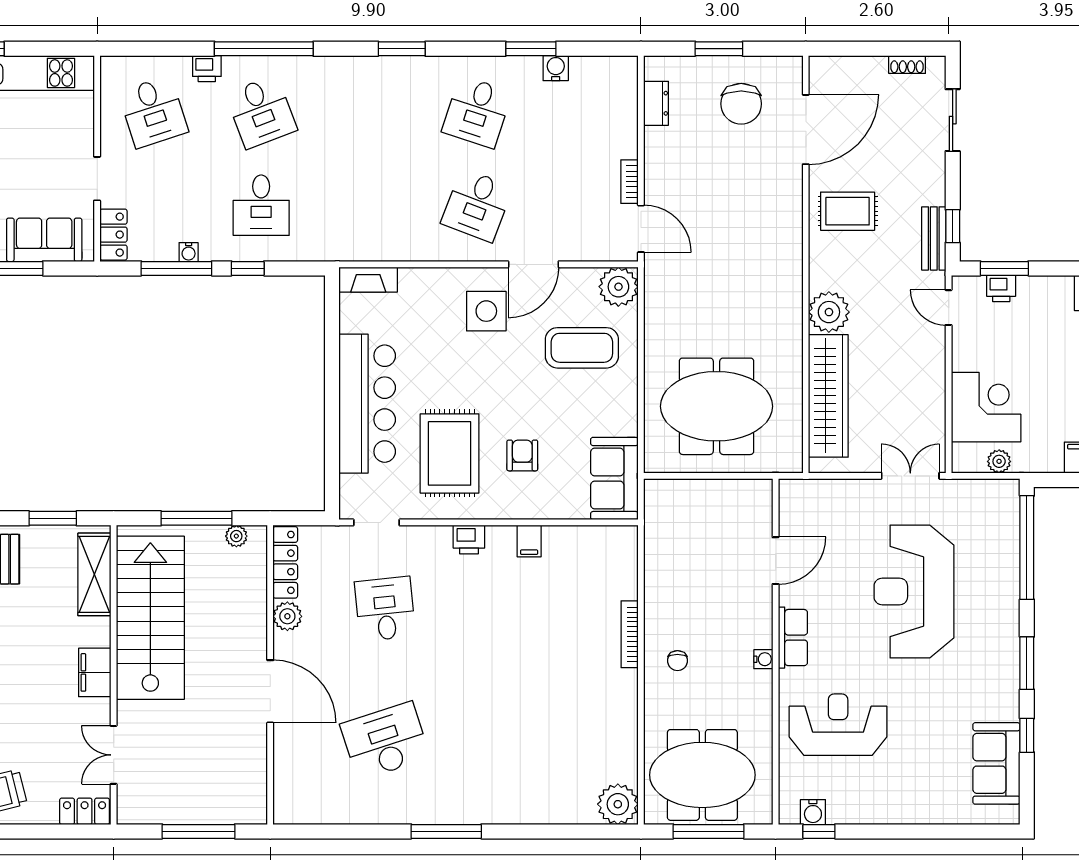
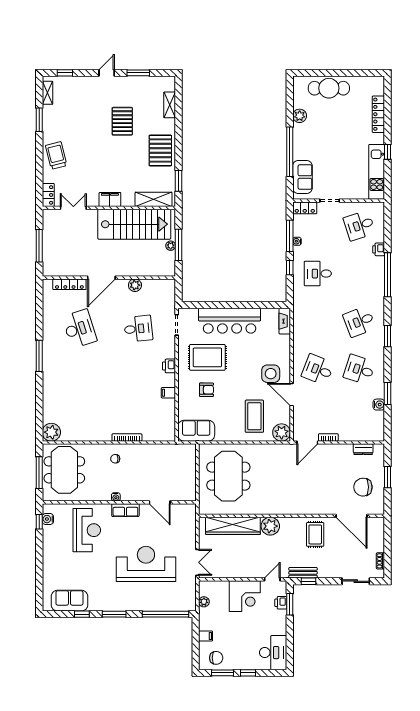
desk: (261, 112) -> (359, 322), moved
corner desk: (986, 407) -> (245, 596), moved
plant: (236, 536) -> (171, 246), moved
locker: (285, 562) -> (69, 284), moved

